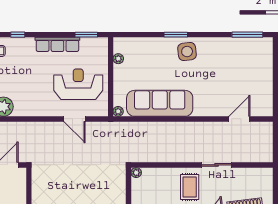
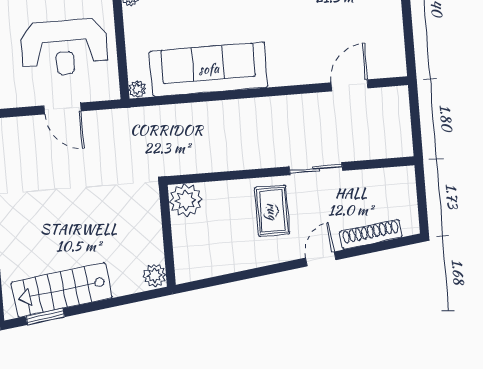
reception desk: (78, 84) -> (64, 47), turned 180
plant: (136, 173) -> (186, 200), width x1.88, depth x1.88

